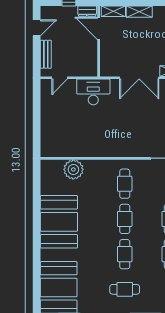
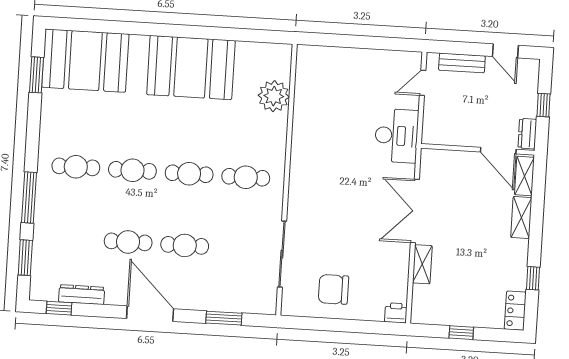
door: (99, 28) -> (498, 151), swing flipped
door: (60, 78) -> (423, 83), hinge flipped
cafe table: (125, 289) -> (76, 167), turned 90

